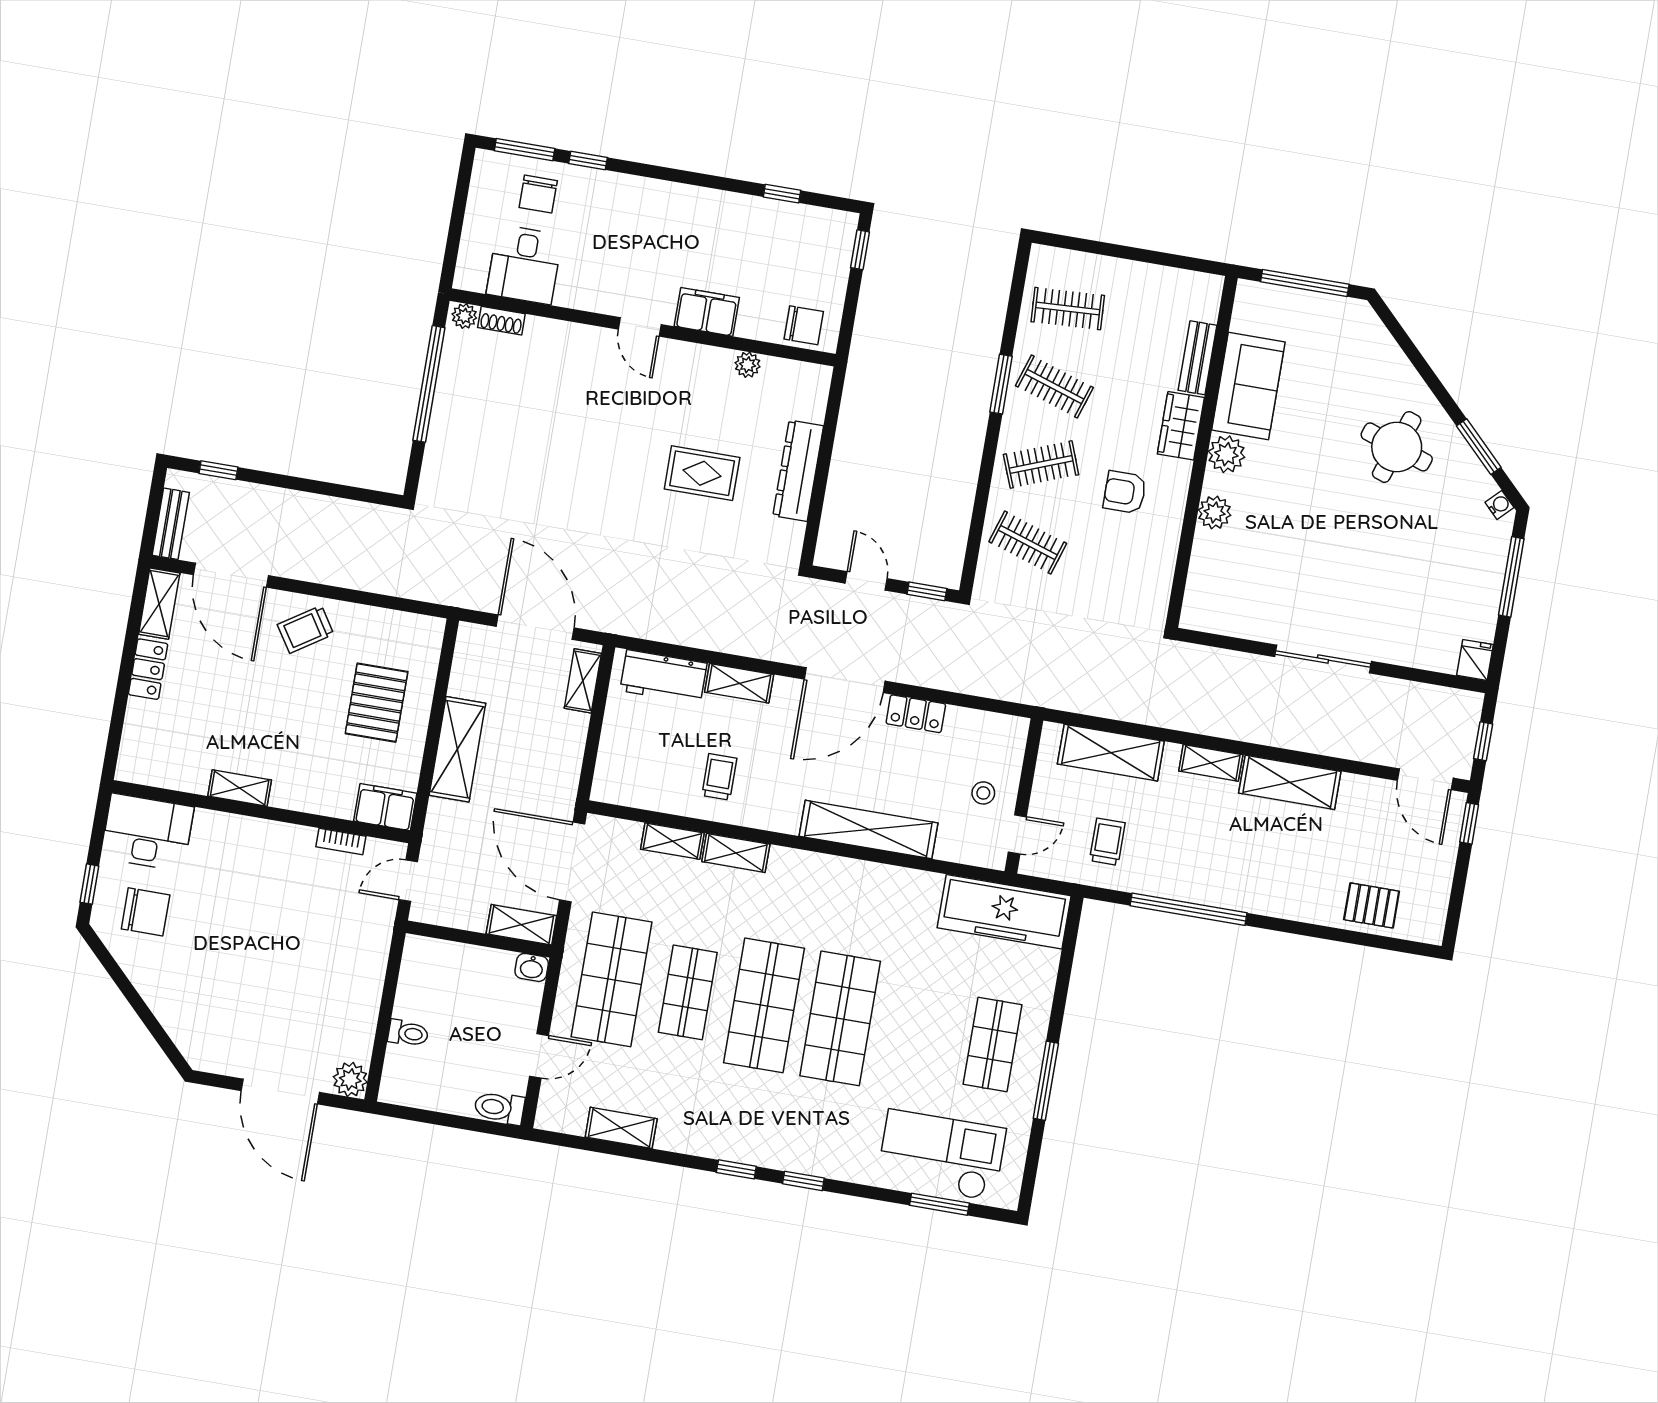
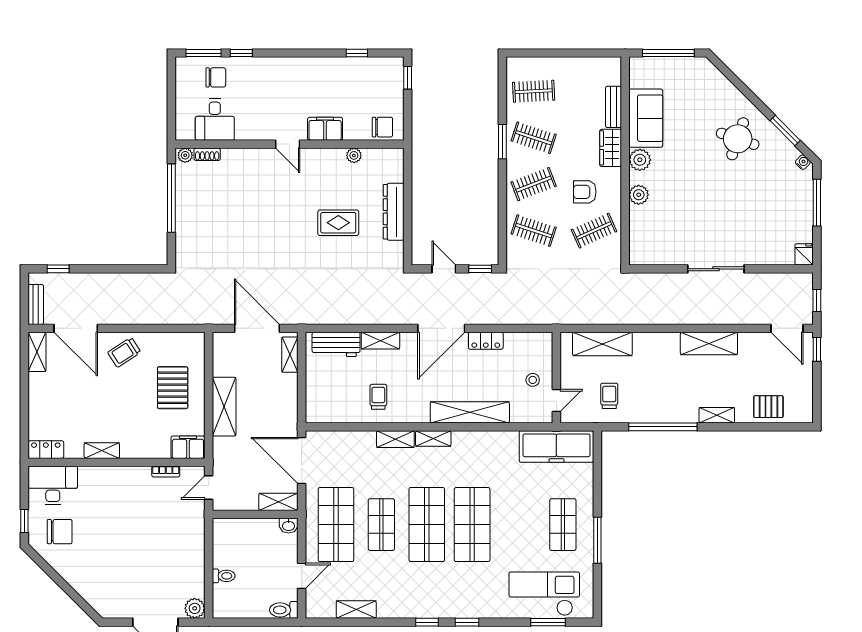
chair: (538, 194) -> (216, 77), turned -90
clothes rail: (1129, 560) -> (594, 231), added
locker: (148, 669) -> (46, 450), moved, turned -90
shelving: (1211, 763) -> (717, 415), moved
shelving: (672, 841) -> (433, 439), moved

